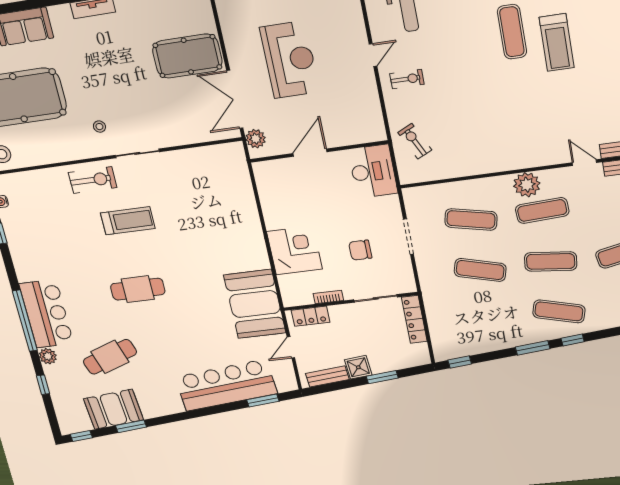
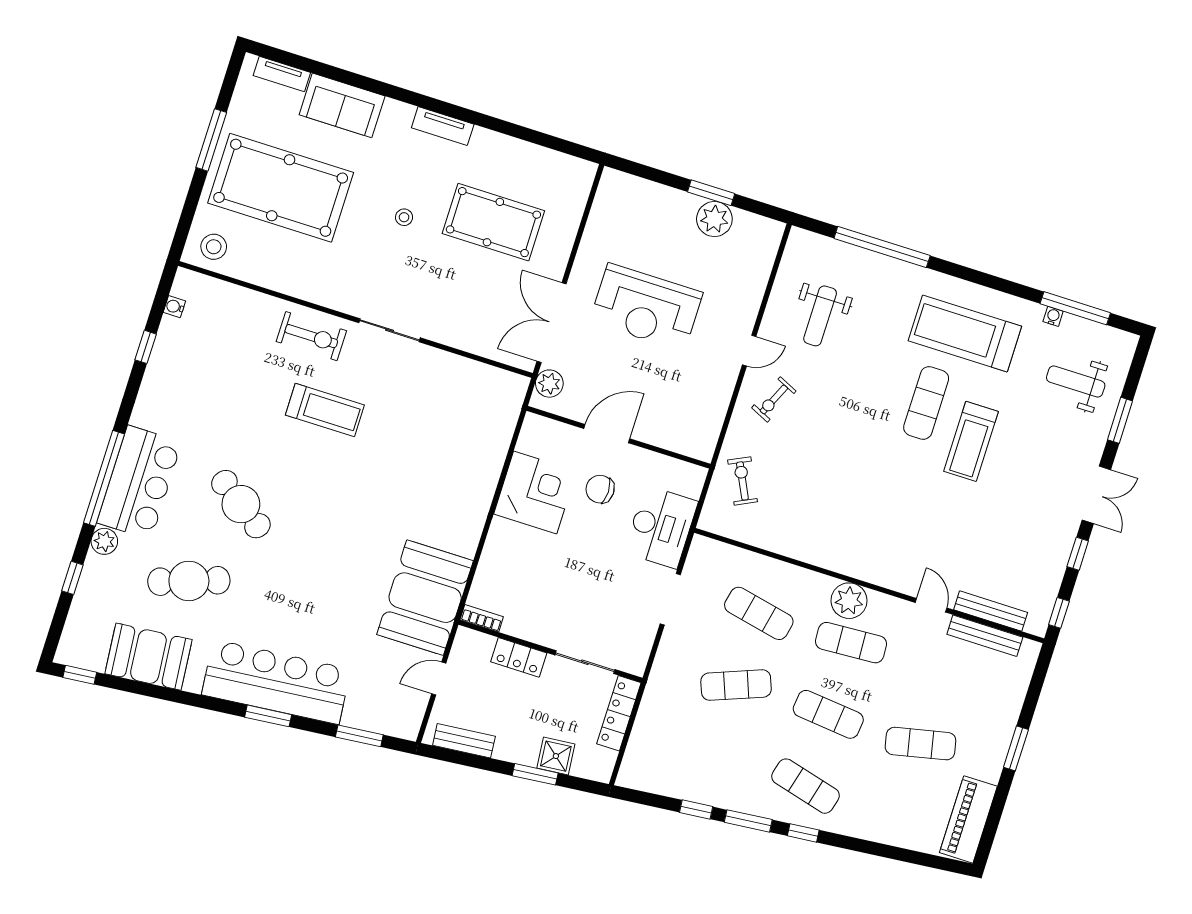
pool table: (187, 56) -> (493, 222), moved
reception desk: (290, 60) -> (646, 307), turned 90
exercise bike: (407, 79) -> (774, 399), turned 115
stool: (99, 127) -> (404, 217), moved
desk: (373, 171) -> (661, 527), moved
corner desk: (294, 250) -> (535, 493), moved
chair: (360, 250) -> (600, 489), moved
exercise mat: (480, 270) -> (736, 685), turned -36
cafe table: (138, 289) -> (241, 504), moved, turned 35
bookcase: (328, 297) -> (482, 618), moved
locker: (310, 316) -> (519, 657), moved
window: (460, 362) -> (696, 810), moved
shower: (358, 367) -> (556, 756), moved
bar counter: (226, 385) -> (276, 682), moved
window: (131, 426) -> (268, 716), moved

